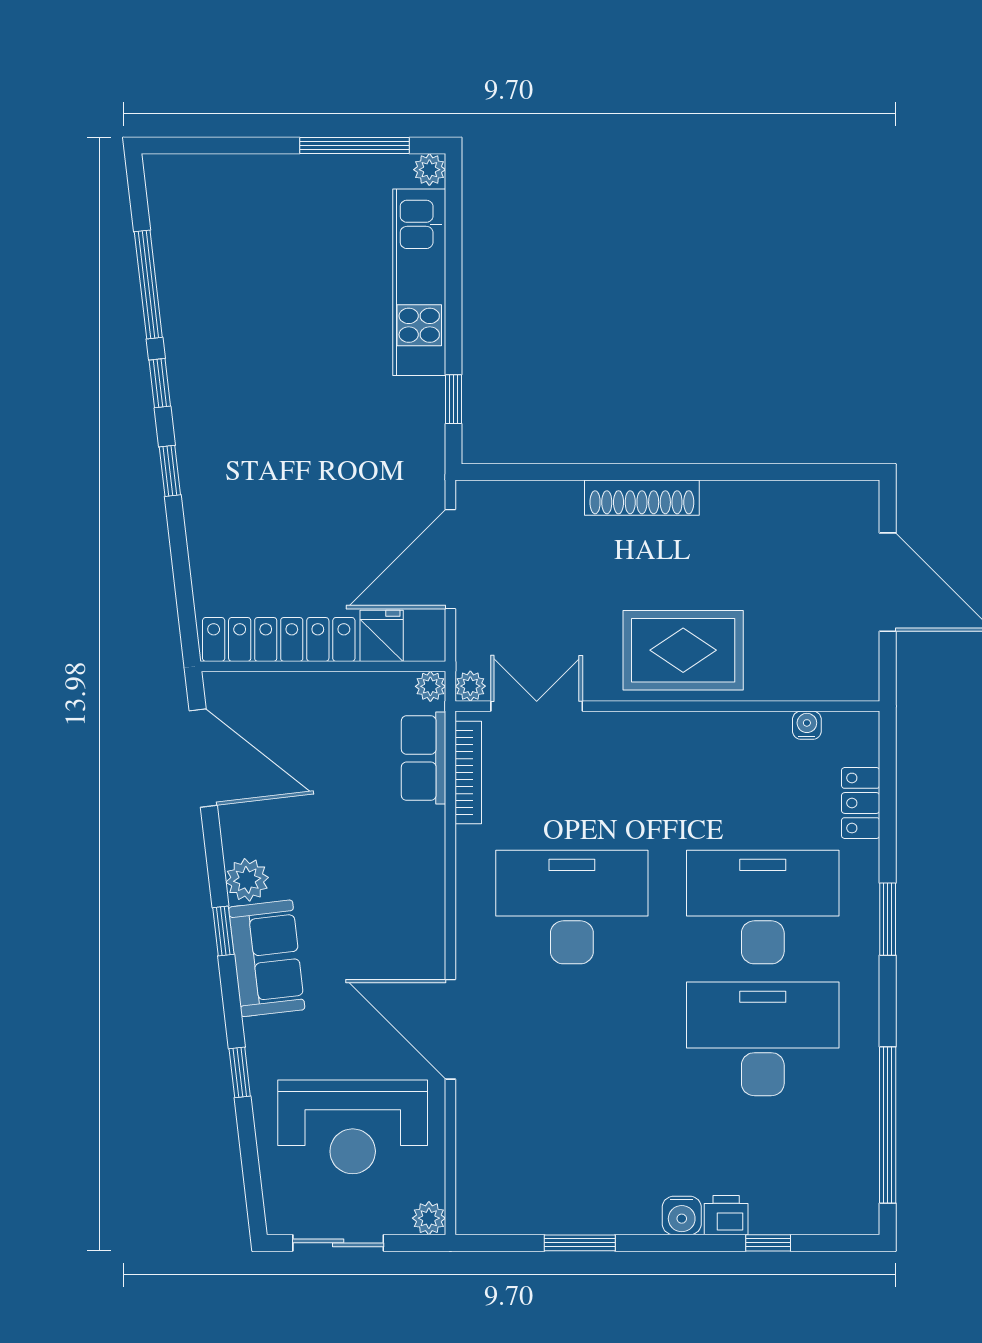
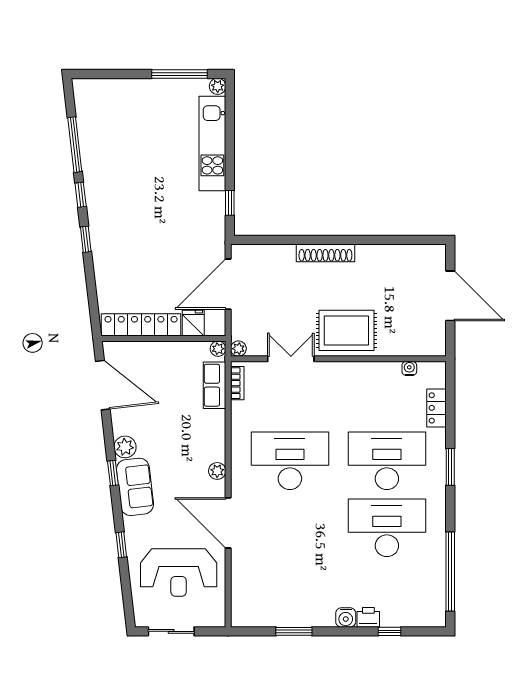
double door: (537, 706) -> (291, 359), moved
bookcase: (468, 773) -> (237, 383), width x0.64
plant: (429, 1218) -> (217, 471), moved

